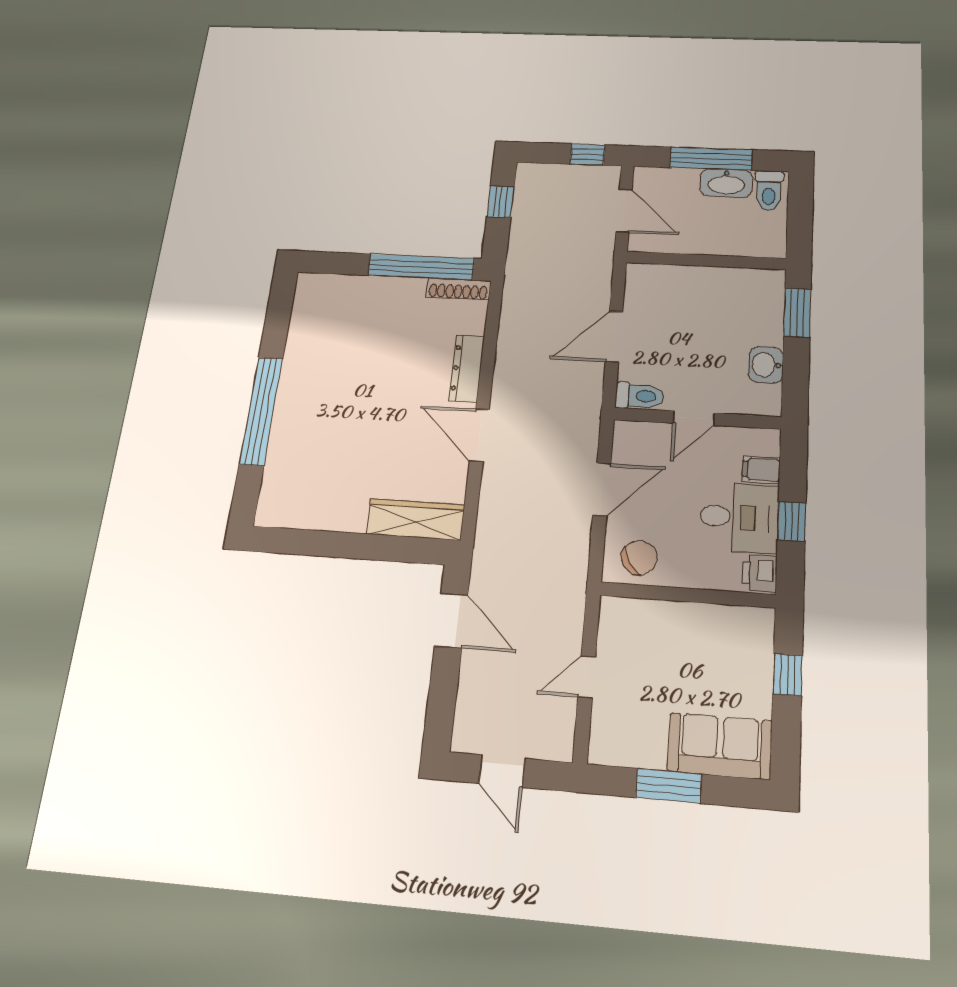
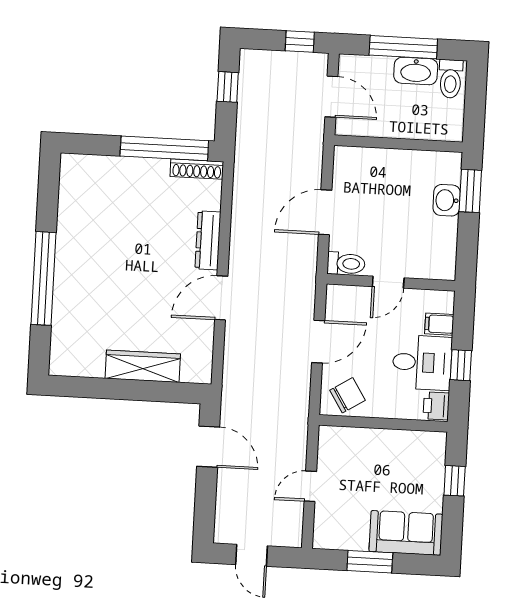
washbasin: (766, 365) -> (447, 200), moved
door: (479, 435) -> (221, 298), hinge flipped
wardrobe: (415, 520) -> (143, 366), moved

